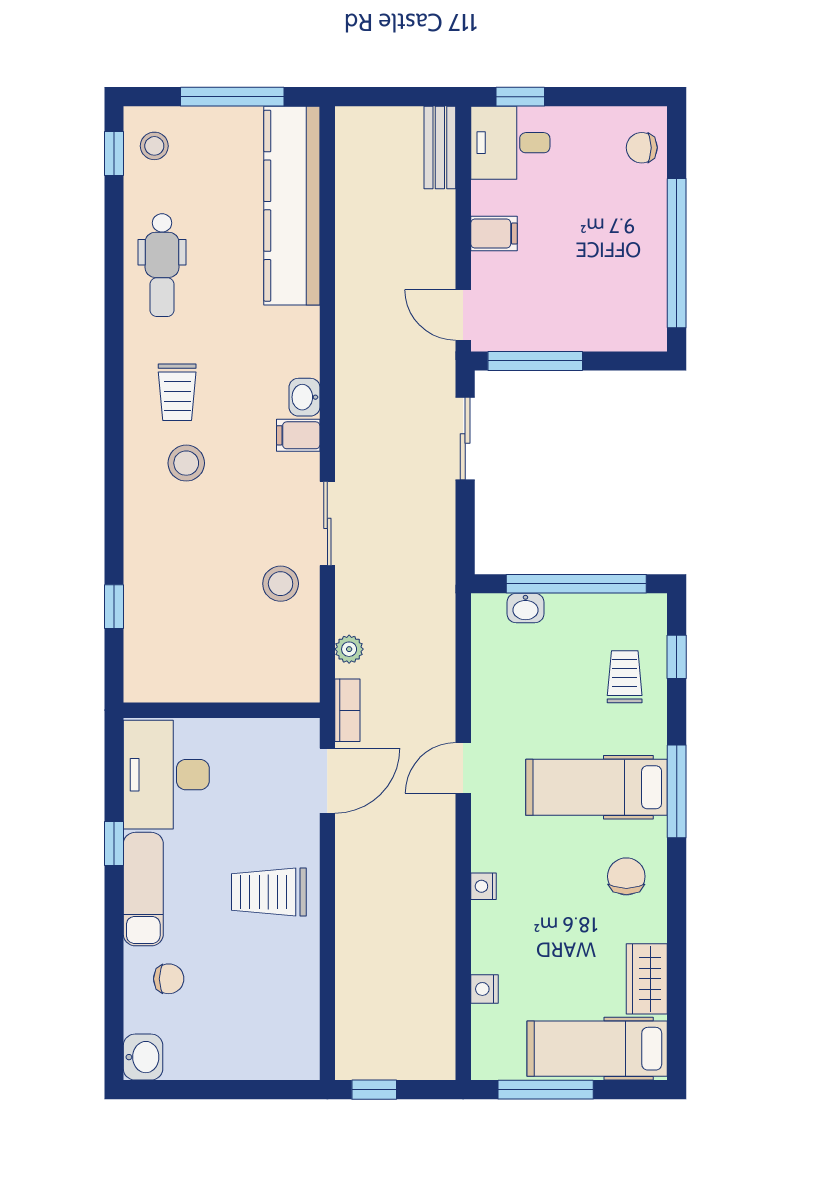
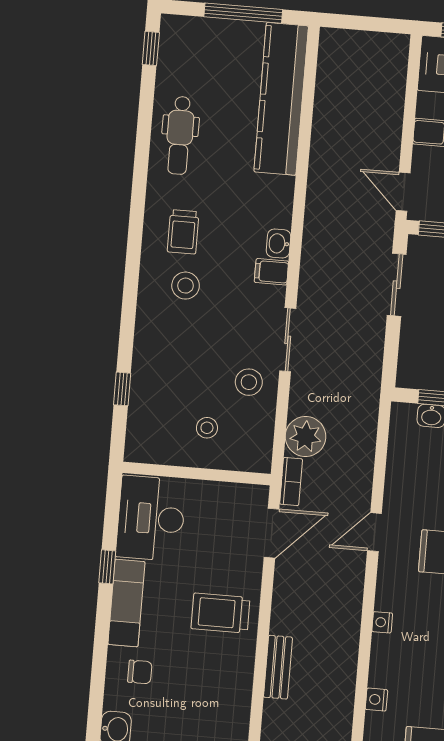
stool: (154, 146) -> (207, 428), moved
bench: (440, 148) -> (278, 667), moved
plant: (349, 649) -> (306, 436), width x1.88, depth x1.88

